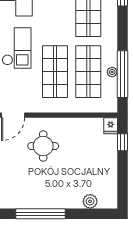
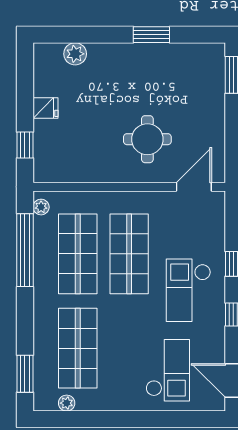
plant: (112, 72) -> (41, 207), moved
fridge: (111, 126) -> (45, 108), moved, turned 90
window: (41, 214) -> (151, 35), width x0.47

